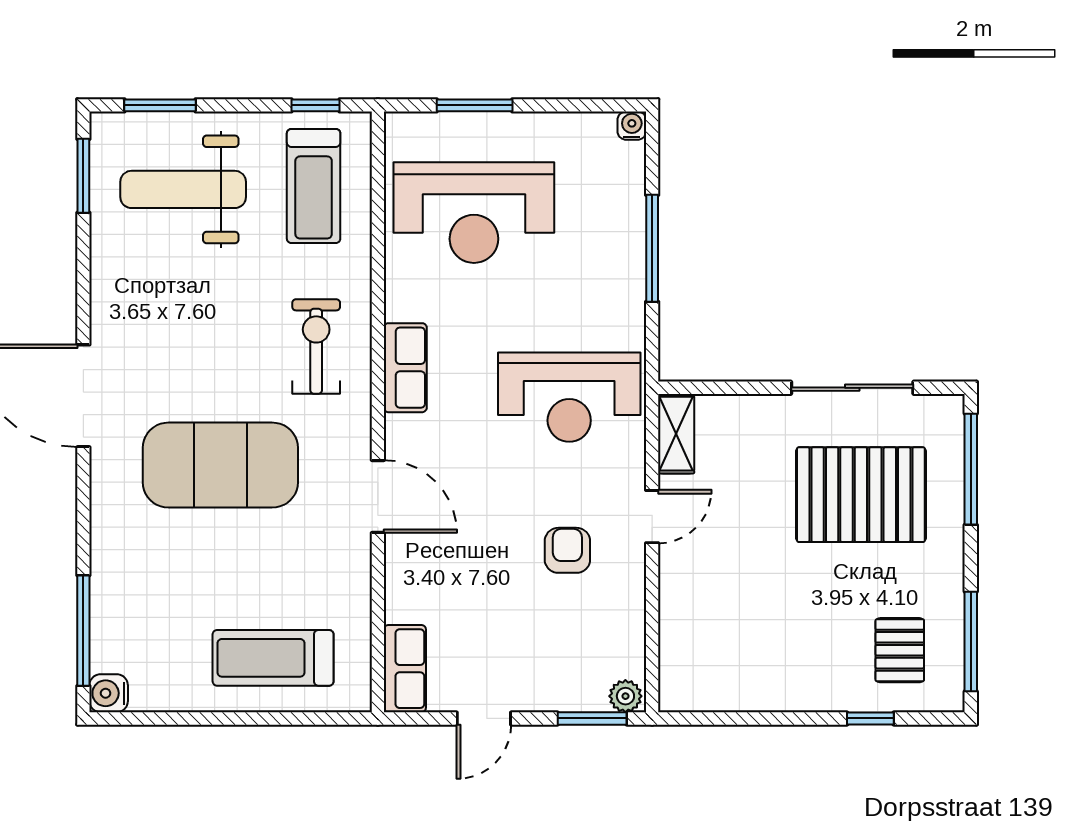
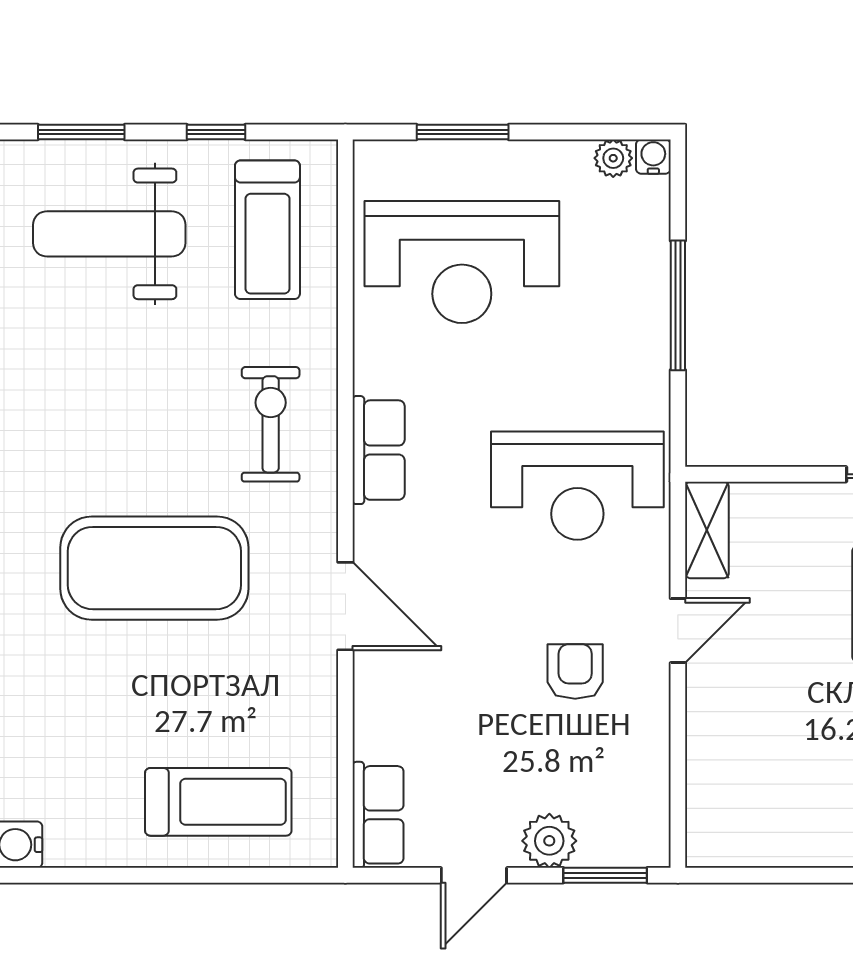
window: (315, 105) -> (216, 132), moved
plant: (599, 127) -> (613, 158), added
treadmill: (273, 658) -> (218, 802), turned 180
plant: (625, 696) -> (549, 841), moved, width x1.38, depth x1.38

